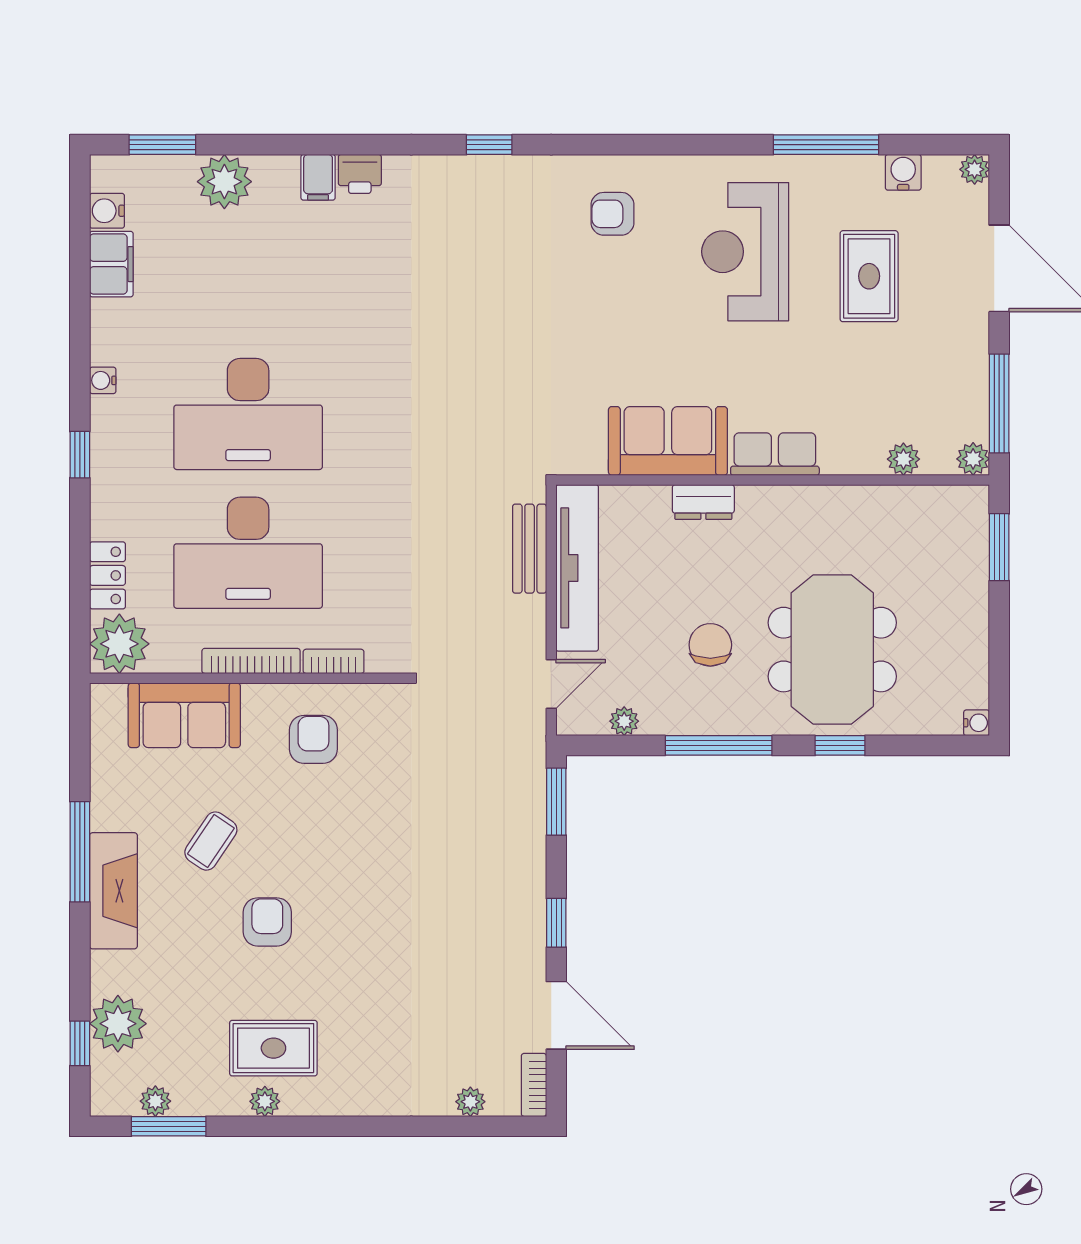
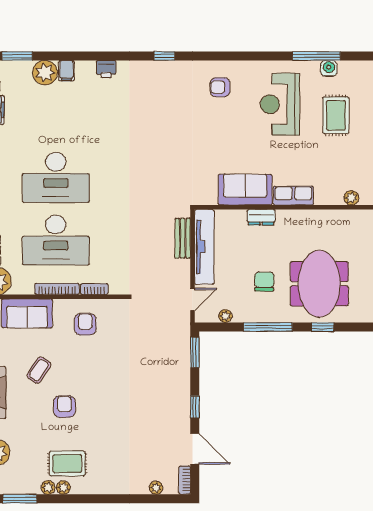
water cooler: (903, 172) -> (329, 68), moved
filing cabinet: (318, 177) -> (66, 71), moved
plant: (155, 1101) -> (48, 487), moved

